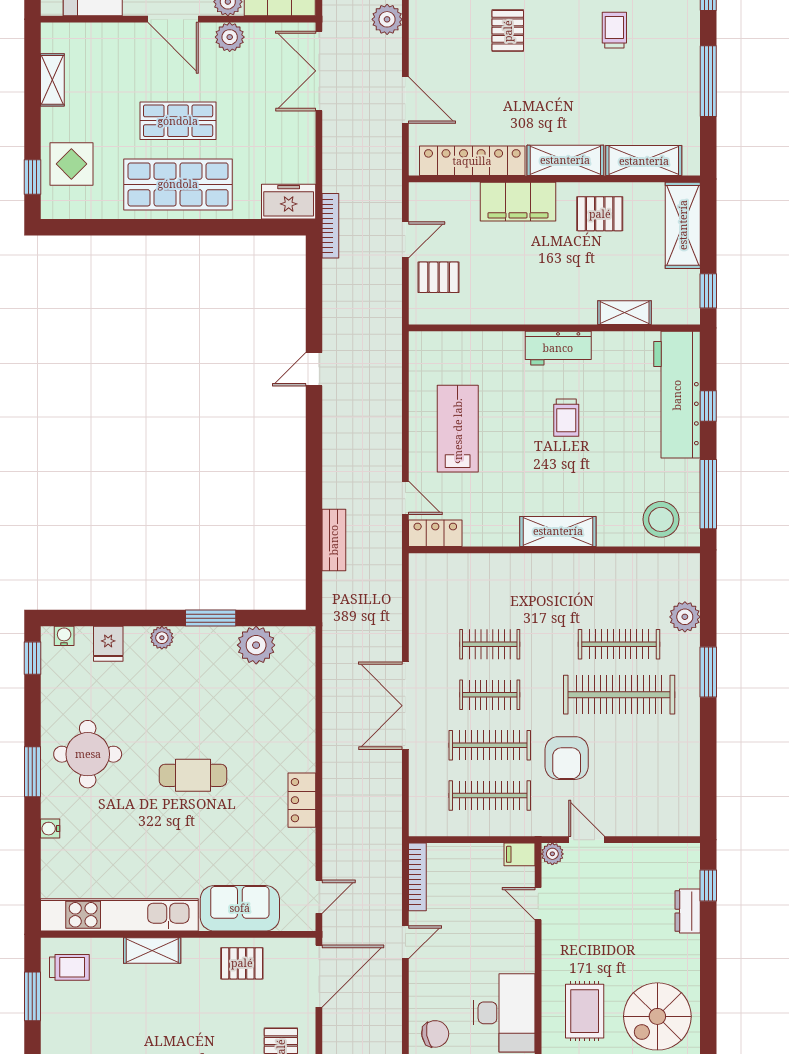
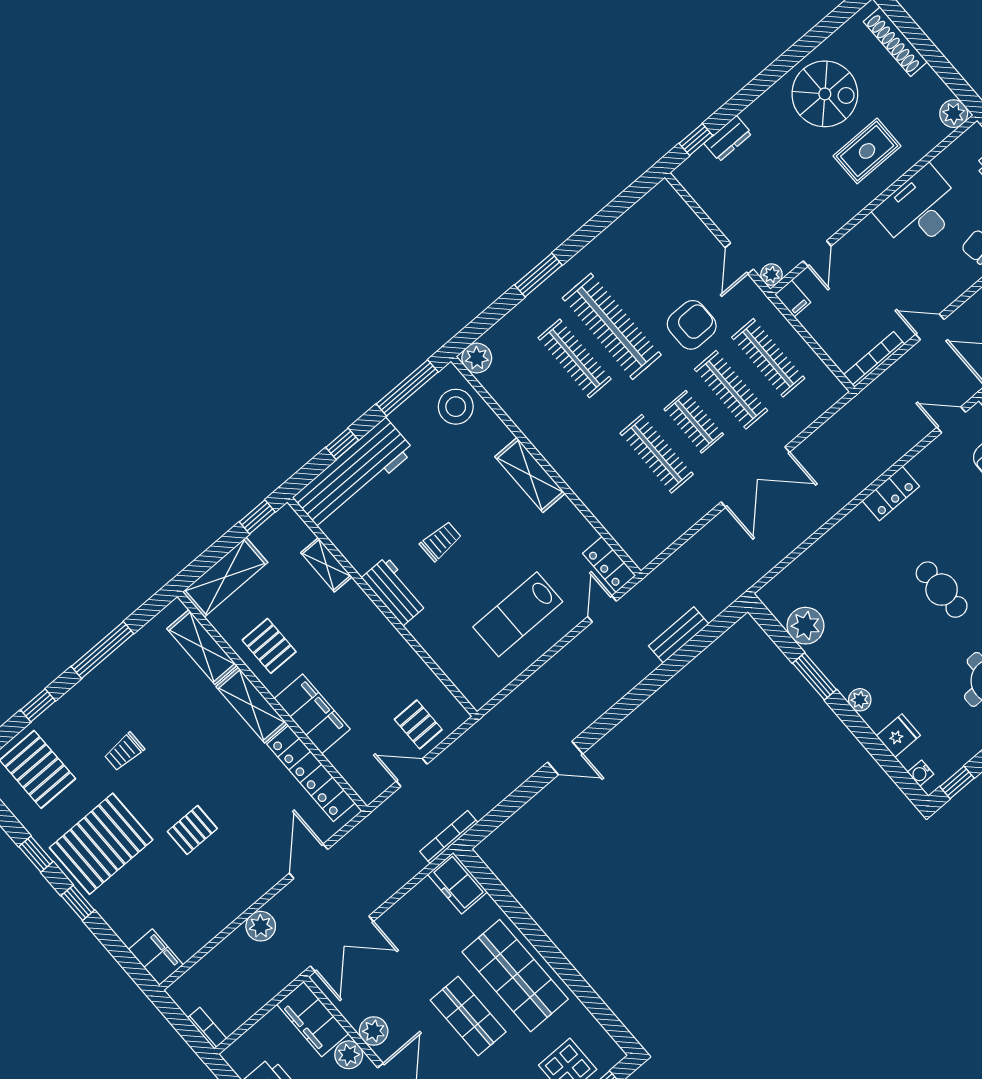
plant: (685, 617) -> (477, 358), moved
clothes rail: (490, 644) -> (657, 454), width x1.36

